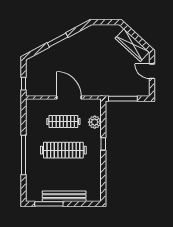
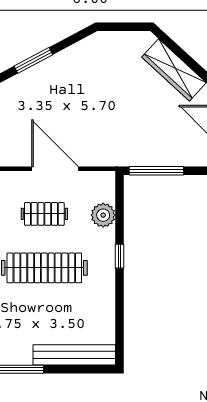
clothes rail: (63, 121) -> (44, 214), width x0.73
bench: (64, 196) -> (74, 355), moved

